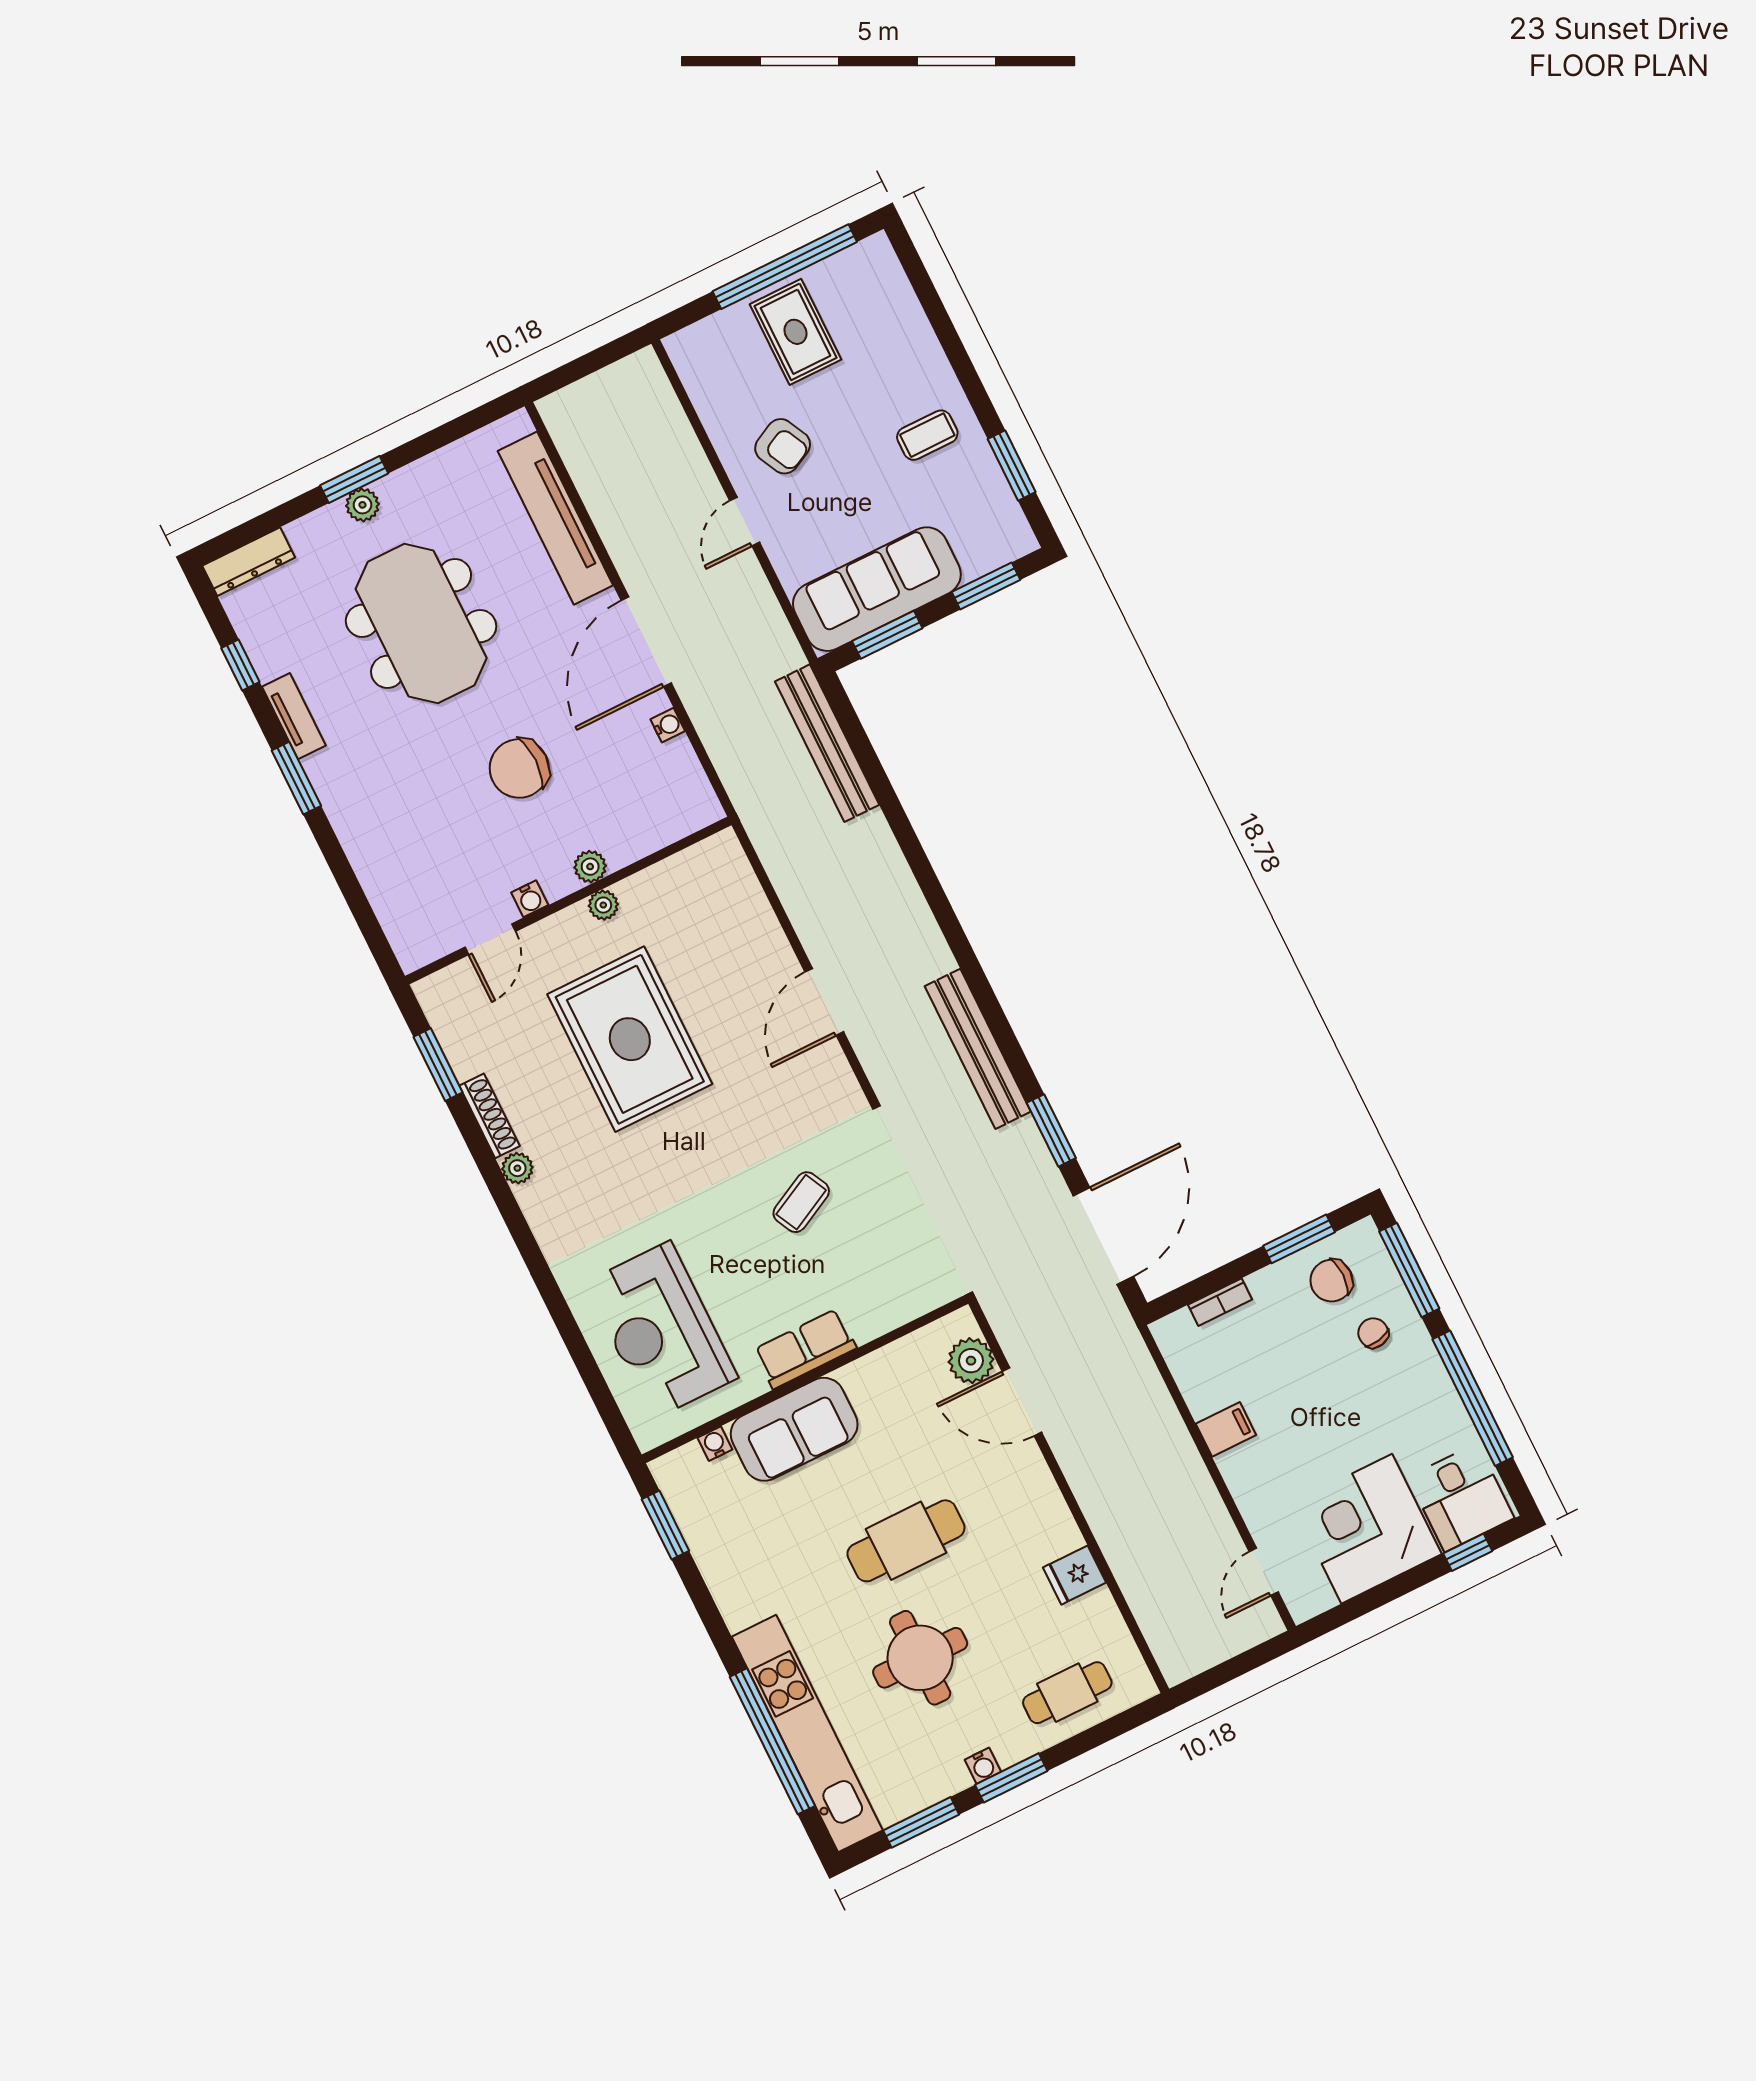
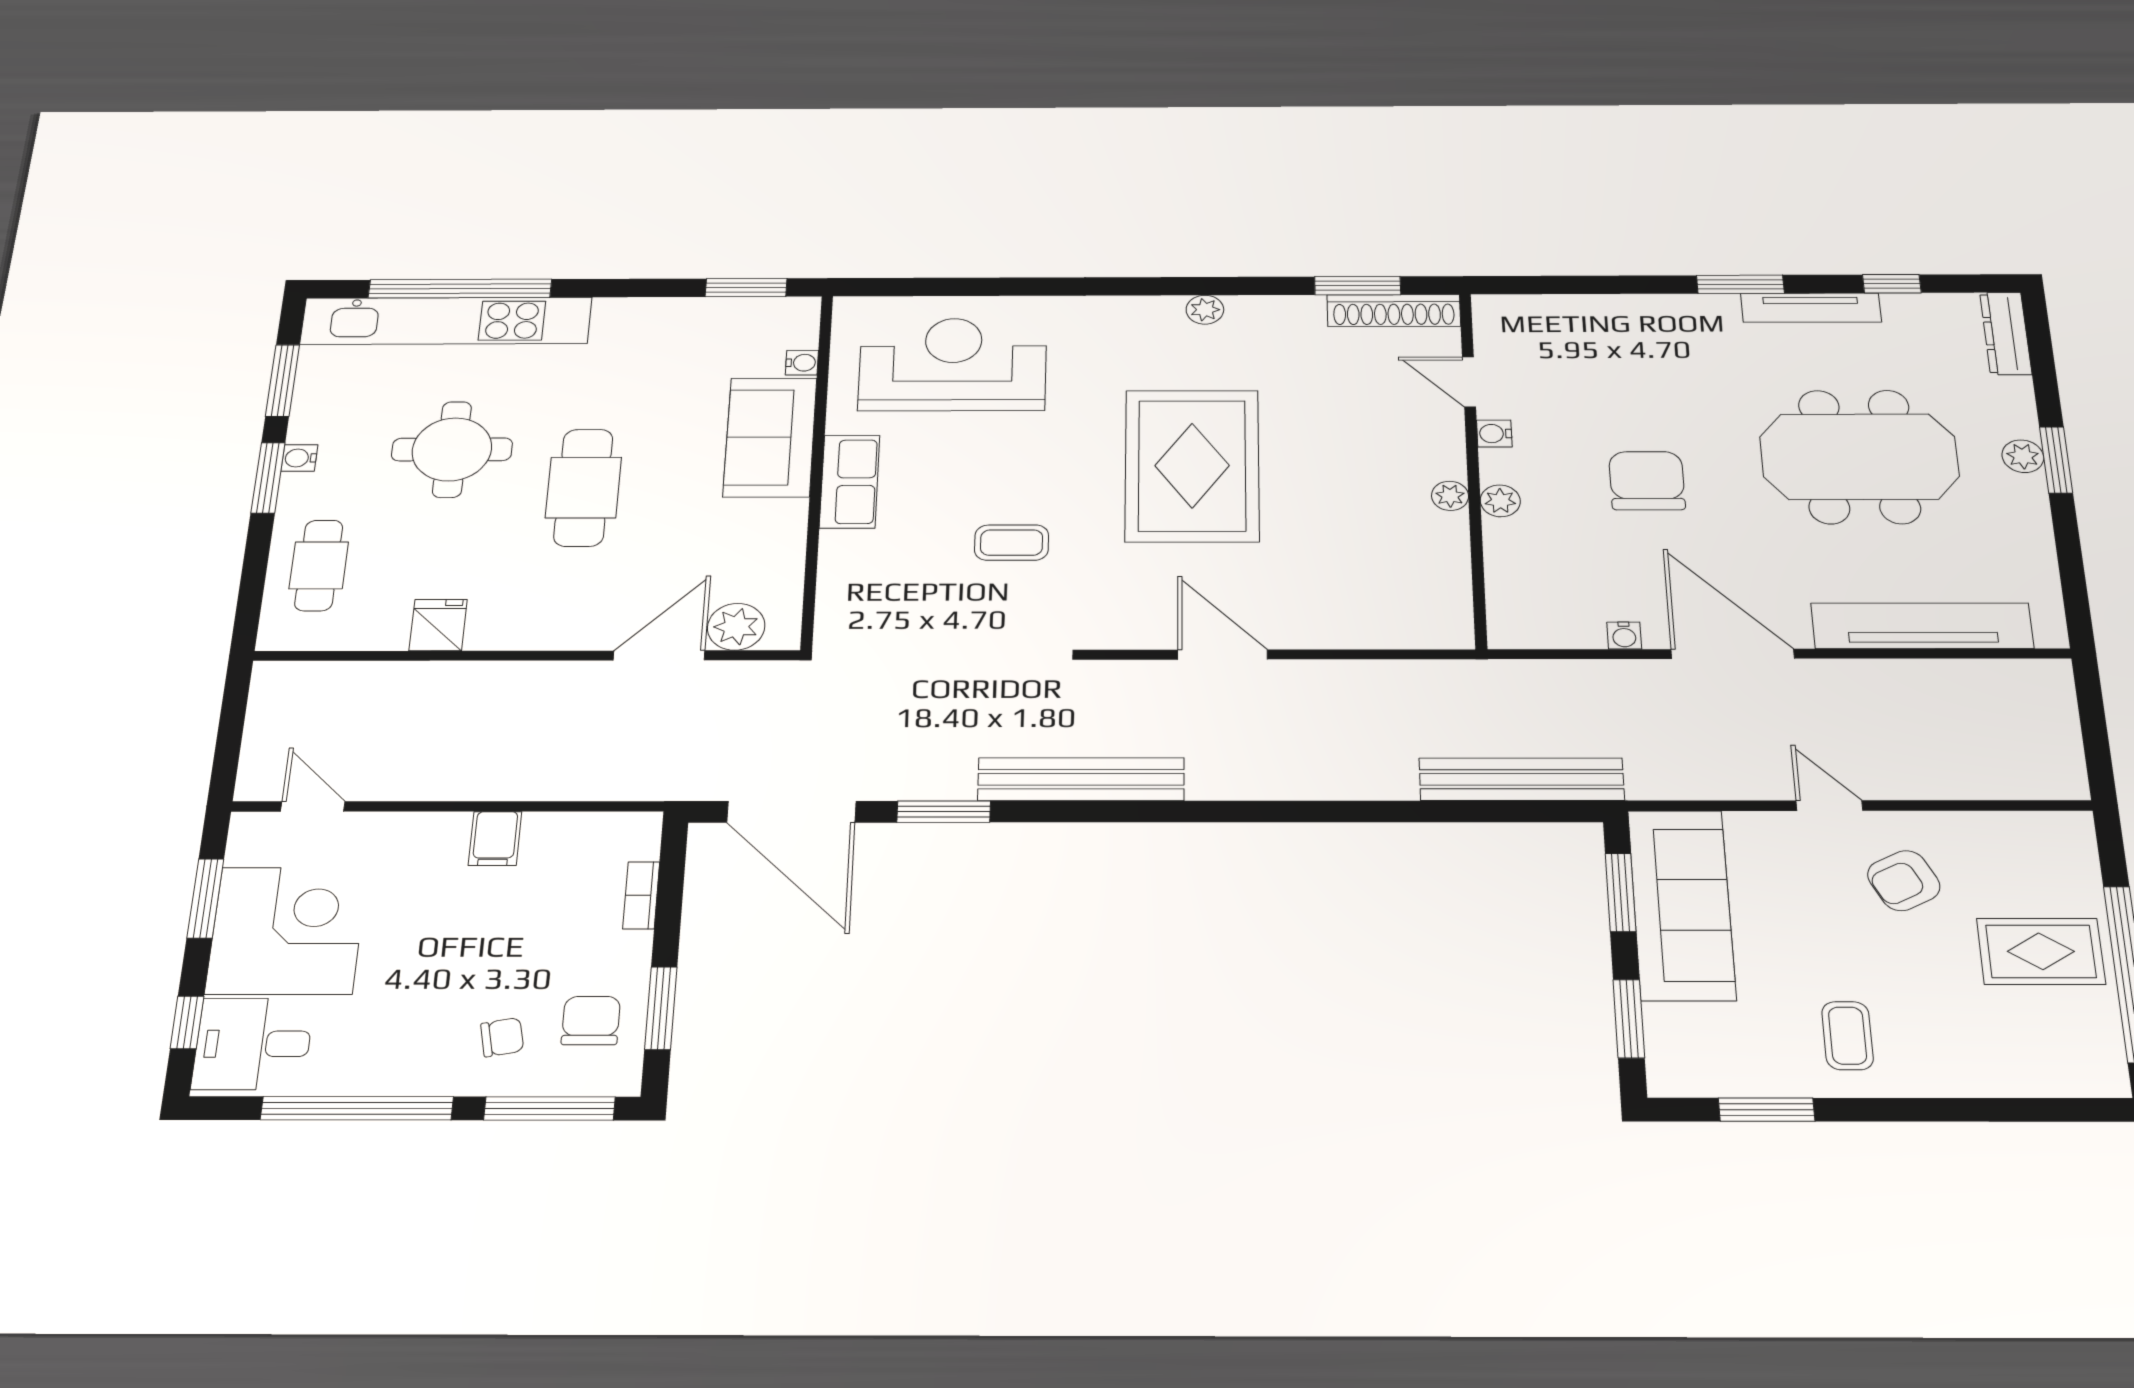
tv unit: (294, 716) -> (1811, 308), width x1.41
rug: (630, 1039) -> (1192, 466), moved, turned 90
shoe rack: (490, 1116) -> (1394, 310), moved, width x1.36, depth x1.24
coffee table: (801, 1202) -> (1012, 543), turned -63
window: (1370, 1600) -> (205, 898), added

